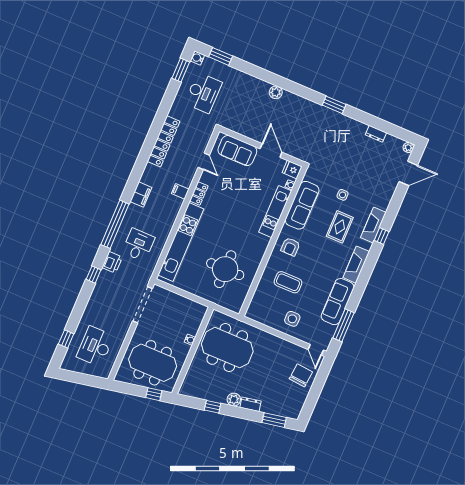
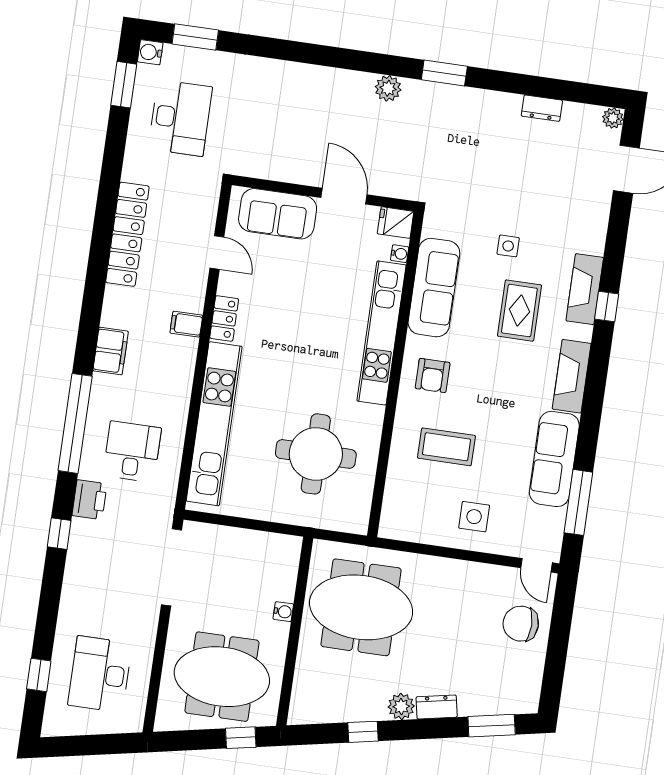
plant: (276, 92) -> (388, 88), moved
kitchen unit: (275, 212) -> (382, 333), width x1.36
chair: (301, 375) -> (521, 624), turned -95

